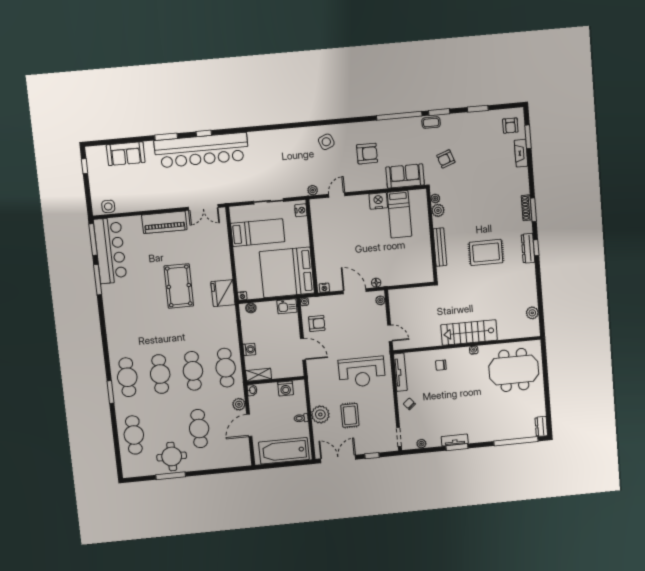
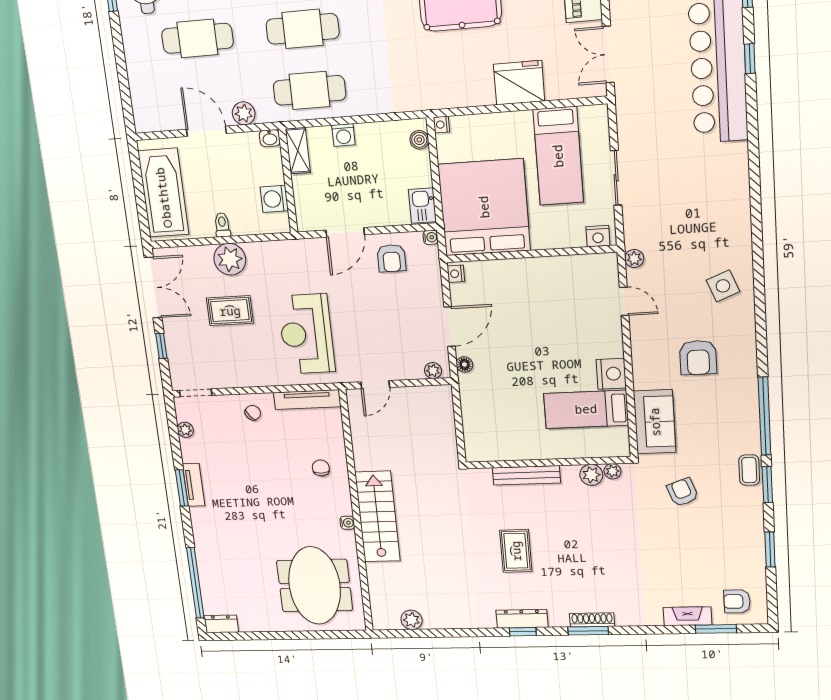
rug: (486, 252) -> (516, 551), width x0.73, depth x0.70
fridge: (223, 293) -> (519, 83), moved

